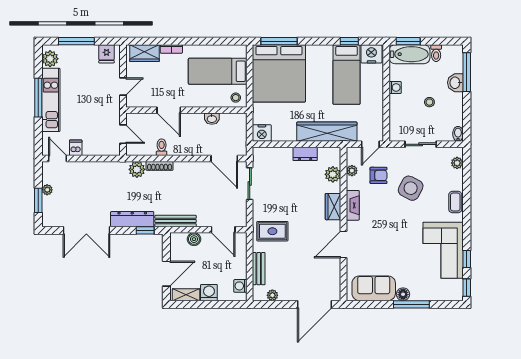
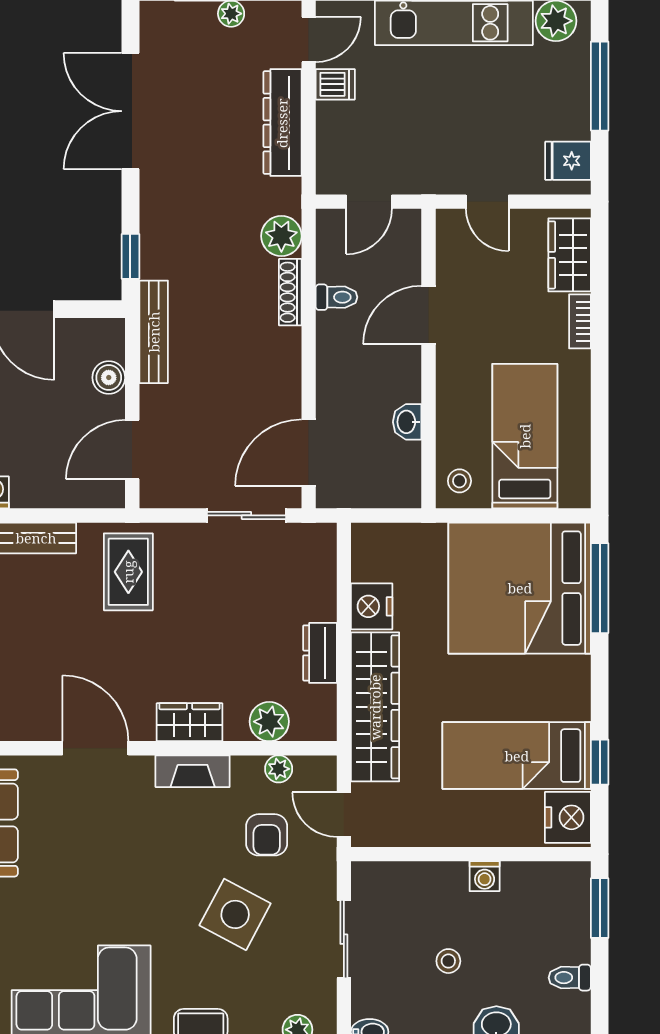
bathtub: (409, 54) -> (567, 911), removed
nightstand: (262, 133) -> (372, 606), moved
dresser: (132, 219) -> (282, 123), moved, turned 180

